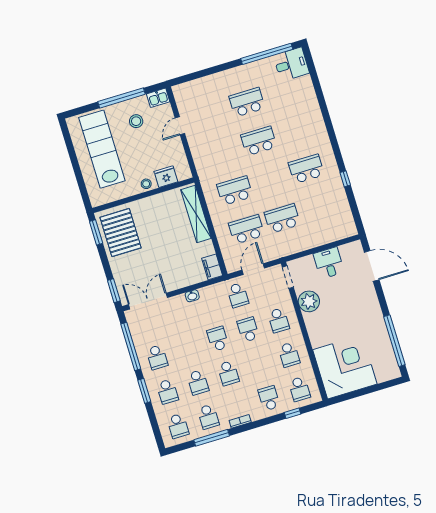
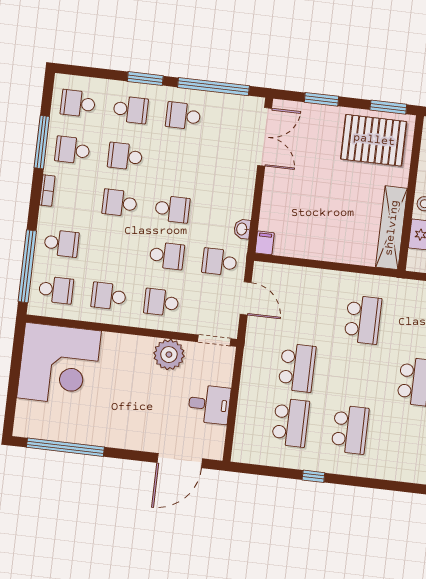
shelving: (196, 214) -> (392, 228), moved, turned 90
school desk: (246, 229) -> (291, 423), moved
filing cabinet: (212, 267) -> (265, 243), width x0.50
window: (114, 291) -> (322, 99), moved
washbasin: (192, 296) -> (242, 229), moved
school desk: (299, 389) -> (56, 290), turned 180
school desk: (167, 392) -> (131, 110), turned 180
window: (293, 413) -> (27, 266), width x3.17

